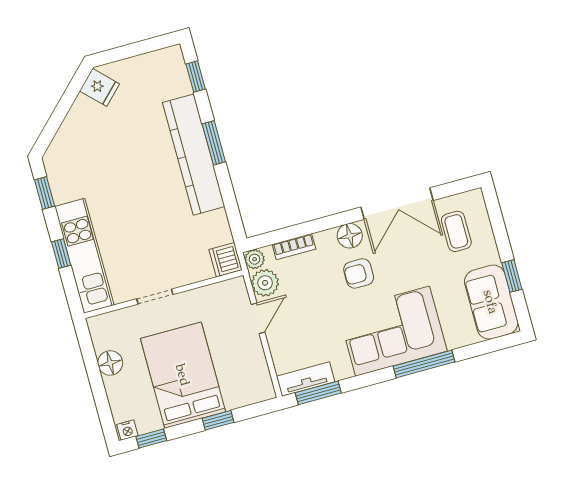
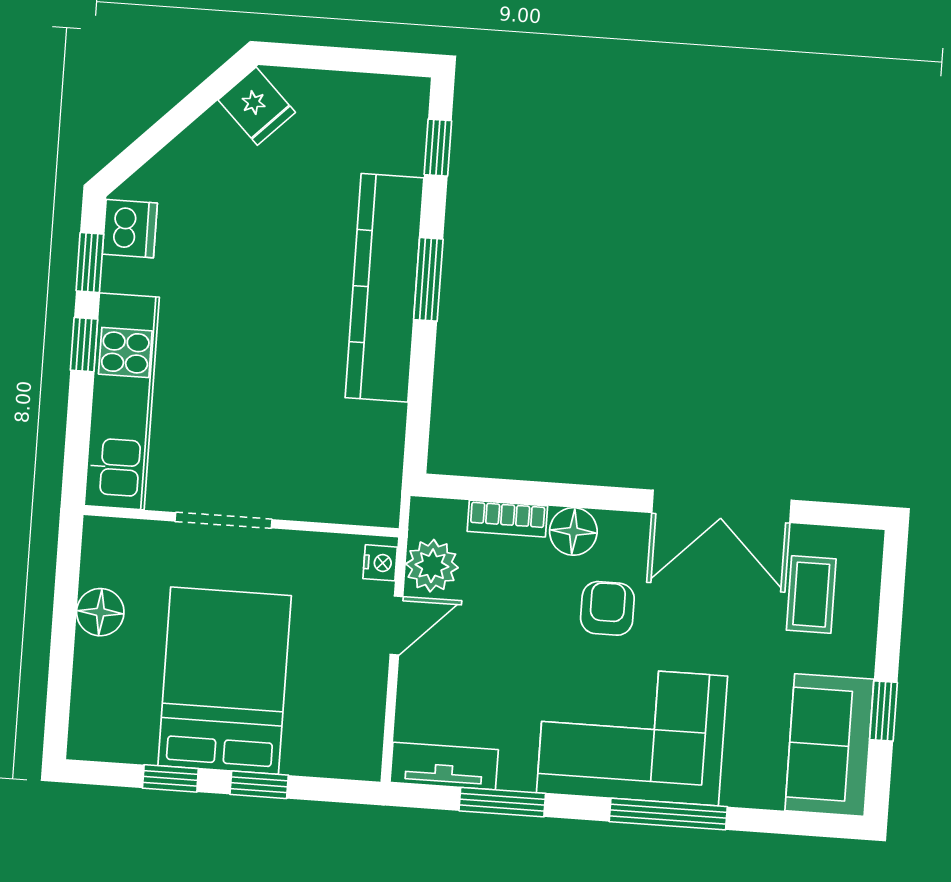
floor lamp: (350, 236) -> (573, 531), moved
window: (61, 253) -> (84, 345), moved
plant: (255, 259) -> (428, 516), removed
dishwasher: (225, 260) -> (130, 229), moved, turned 180
armchair: (359, 273) -> (607, 608), turned 90
doorway: (155, 297) -> (224, 520), width x1.38
window: (318, 393) -> (502, 802), moved
nightstand: (127, 430) -> (380, 563), moved, turned -90
window: (151, 439) -> (170, 778), moved

